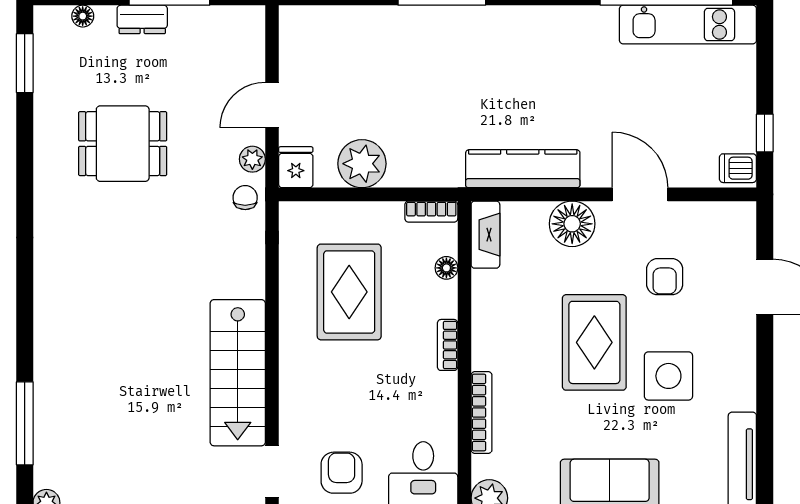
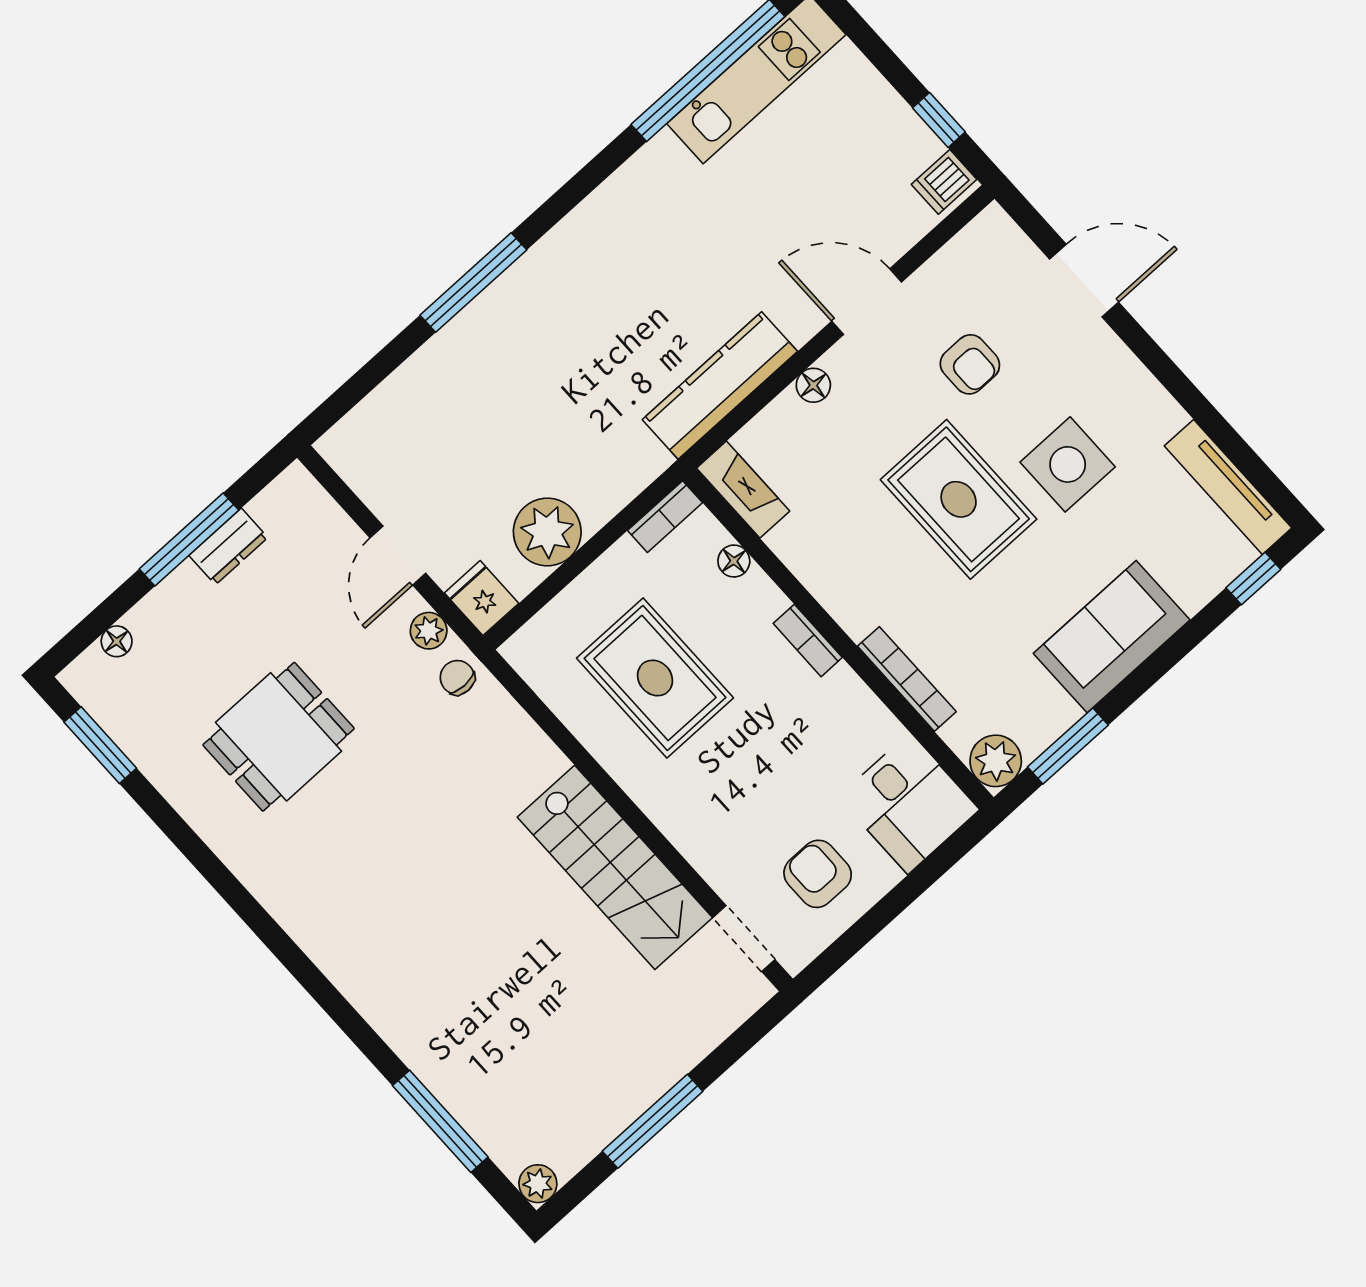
dresser: (142, 19) -> (228, 546), moved
floor lamp: (572, 224) -> (813, 385), width x0.53, depth x0.53

